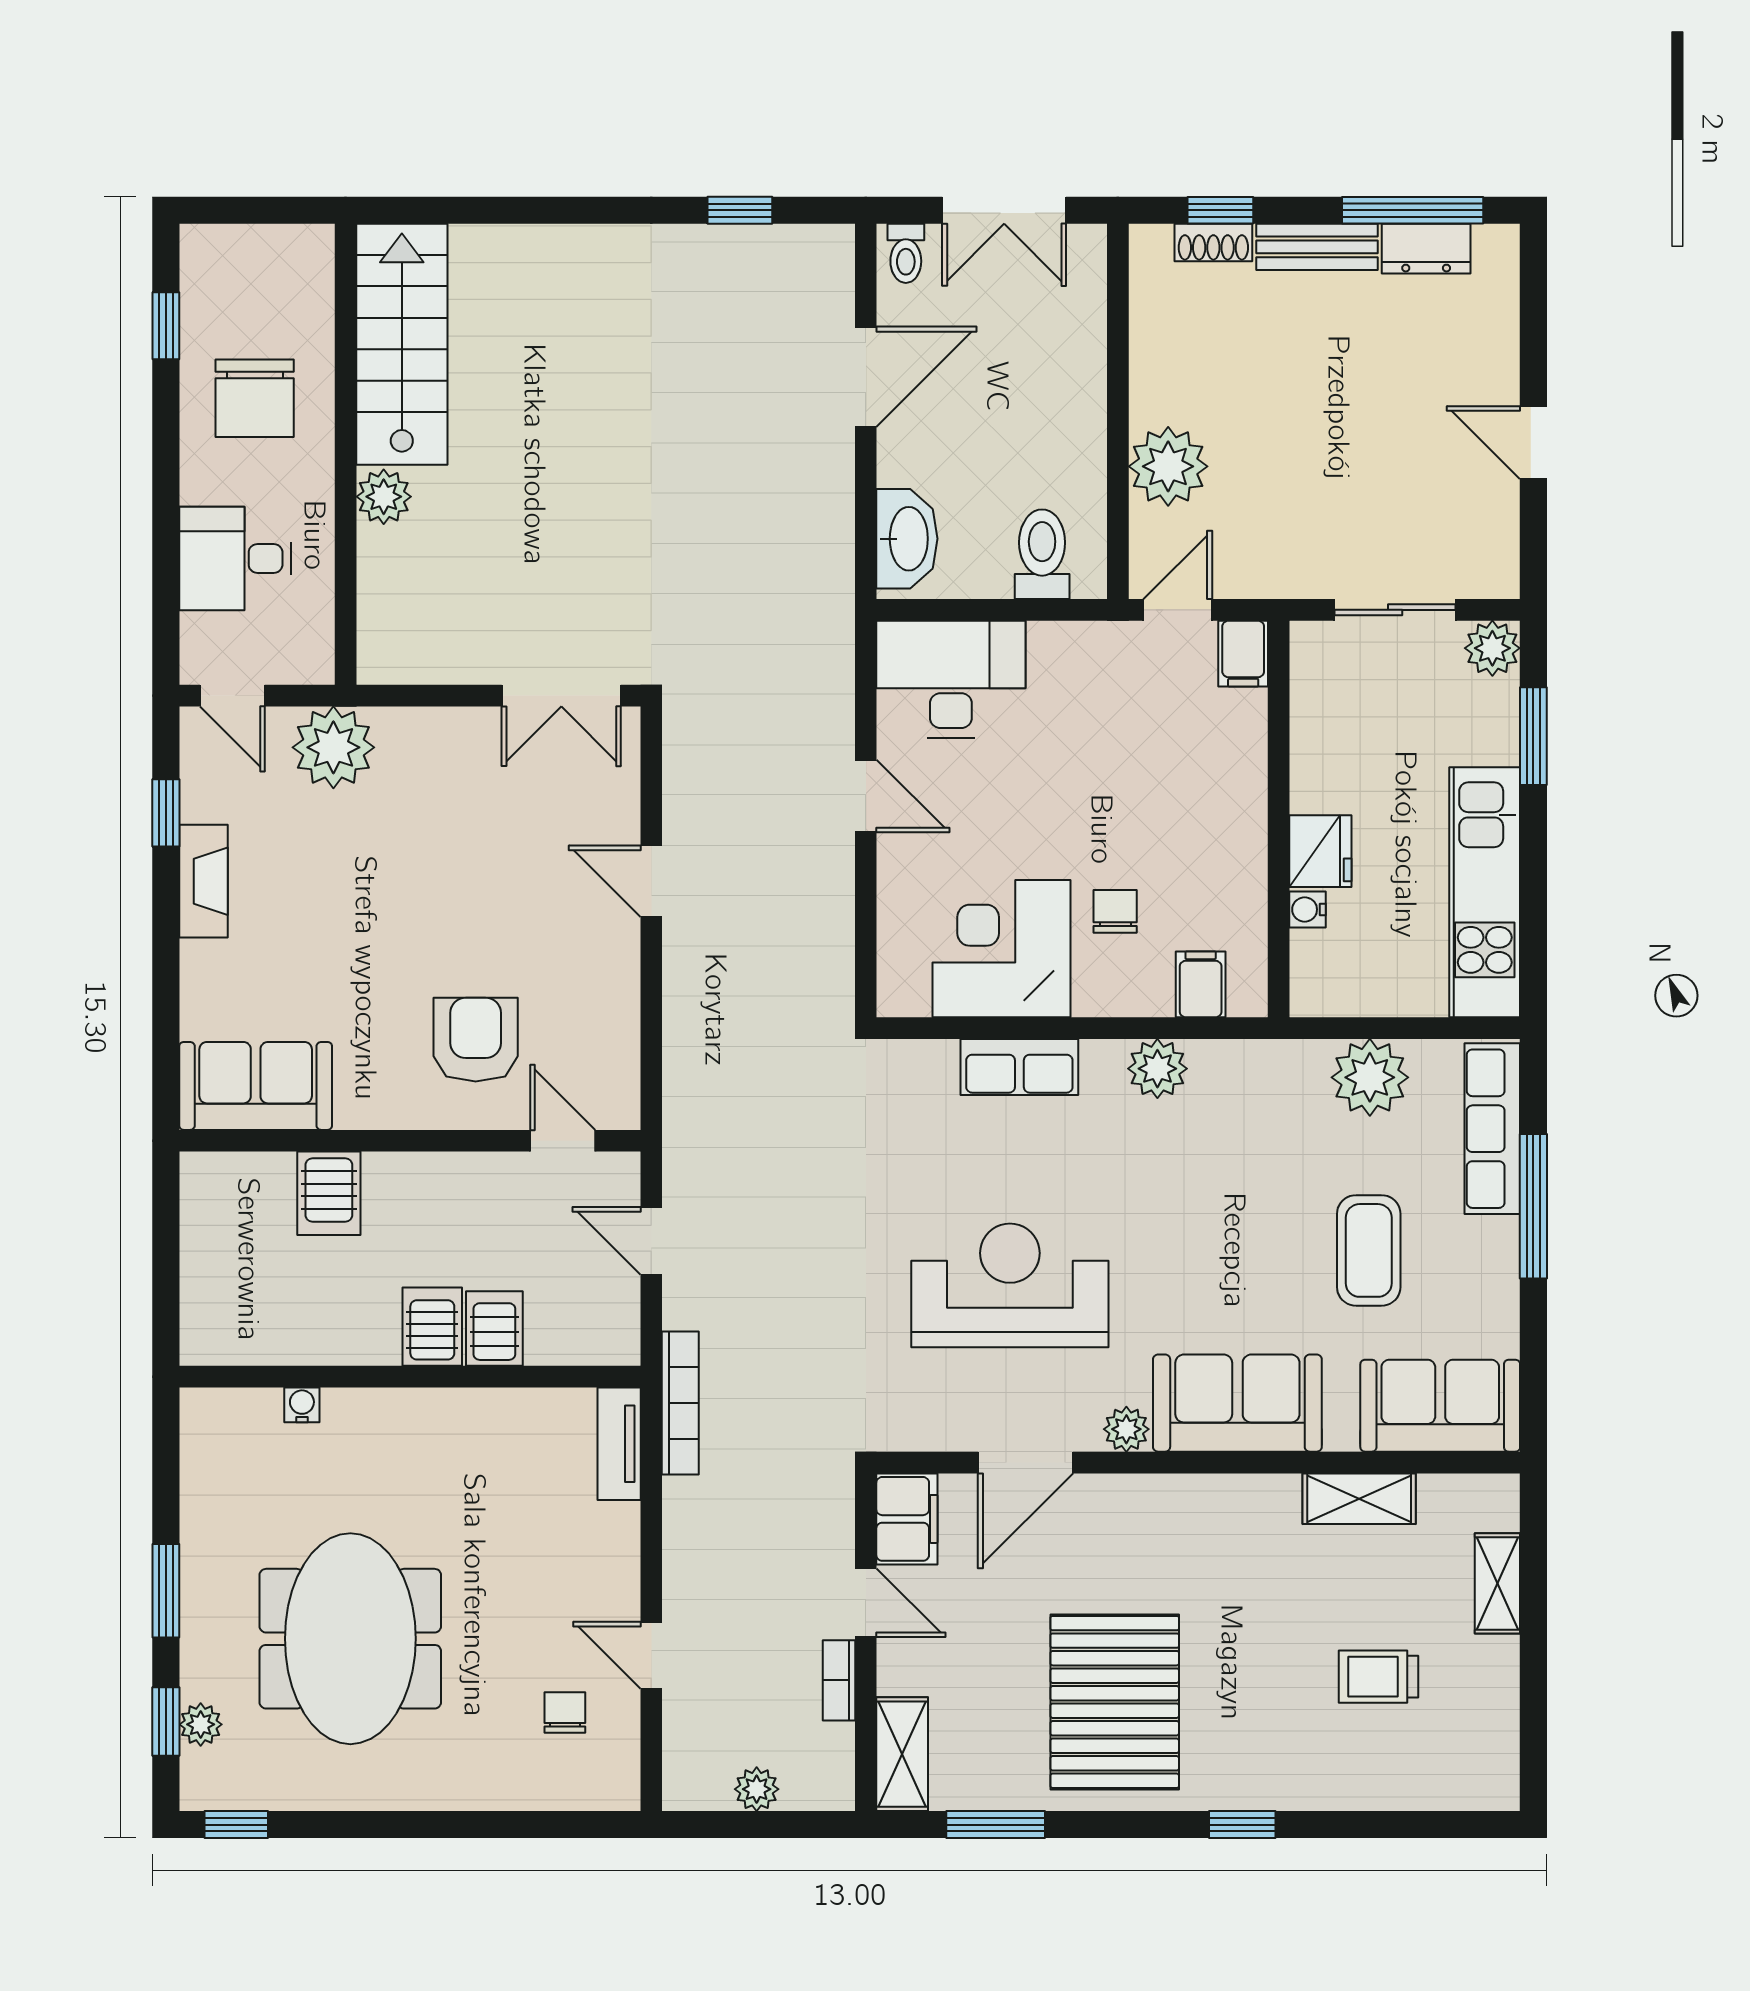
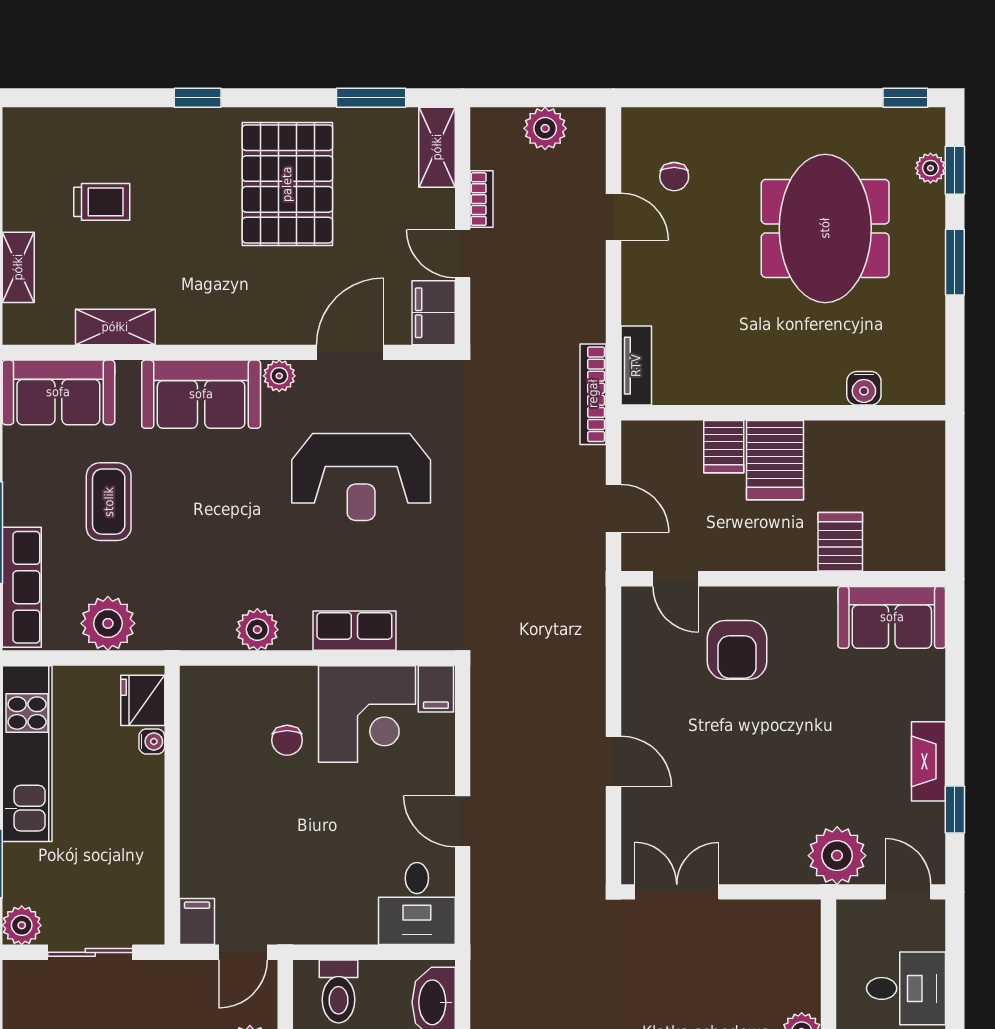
desk: (951, 679) -> (417, 904), width x0.73
fridge: (1320, 851) -> (143, 700), moved
filing cabinet: (1201, 984) -> (436, 689), moved
server rack: (432, 1327) -> (775, 460), width x1.36, depth x1.44
water cooler: (302, 1405) -> (864, 388), width x1.38, depth x1.38
plant: (757, 1789) -> (545, 128), width x1.38, depth x1.38

